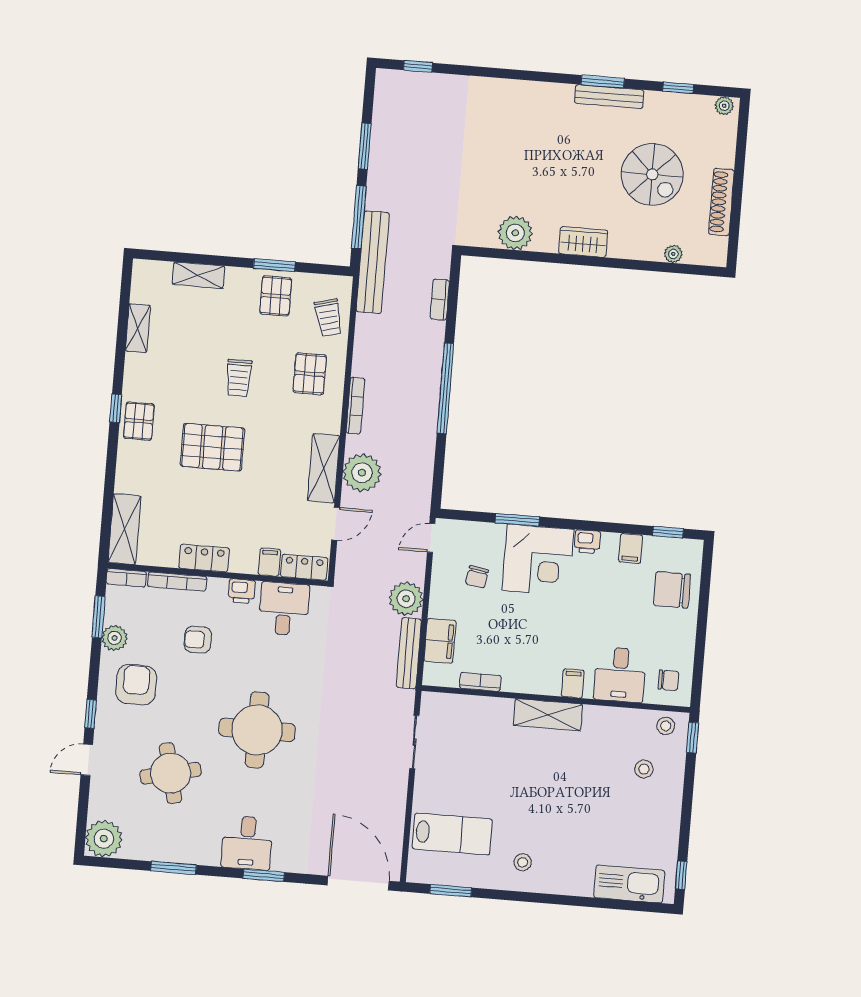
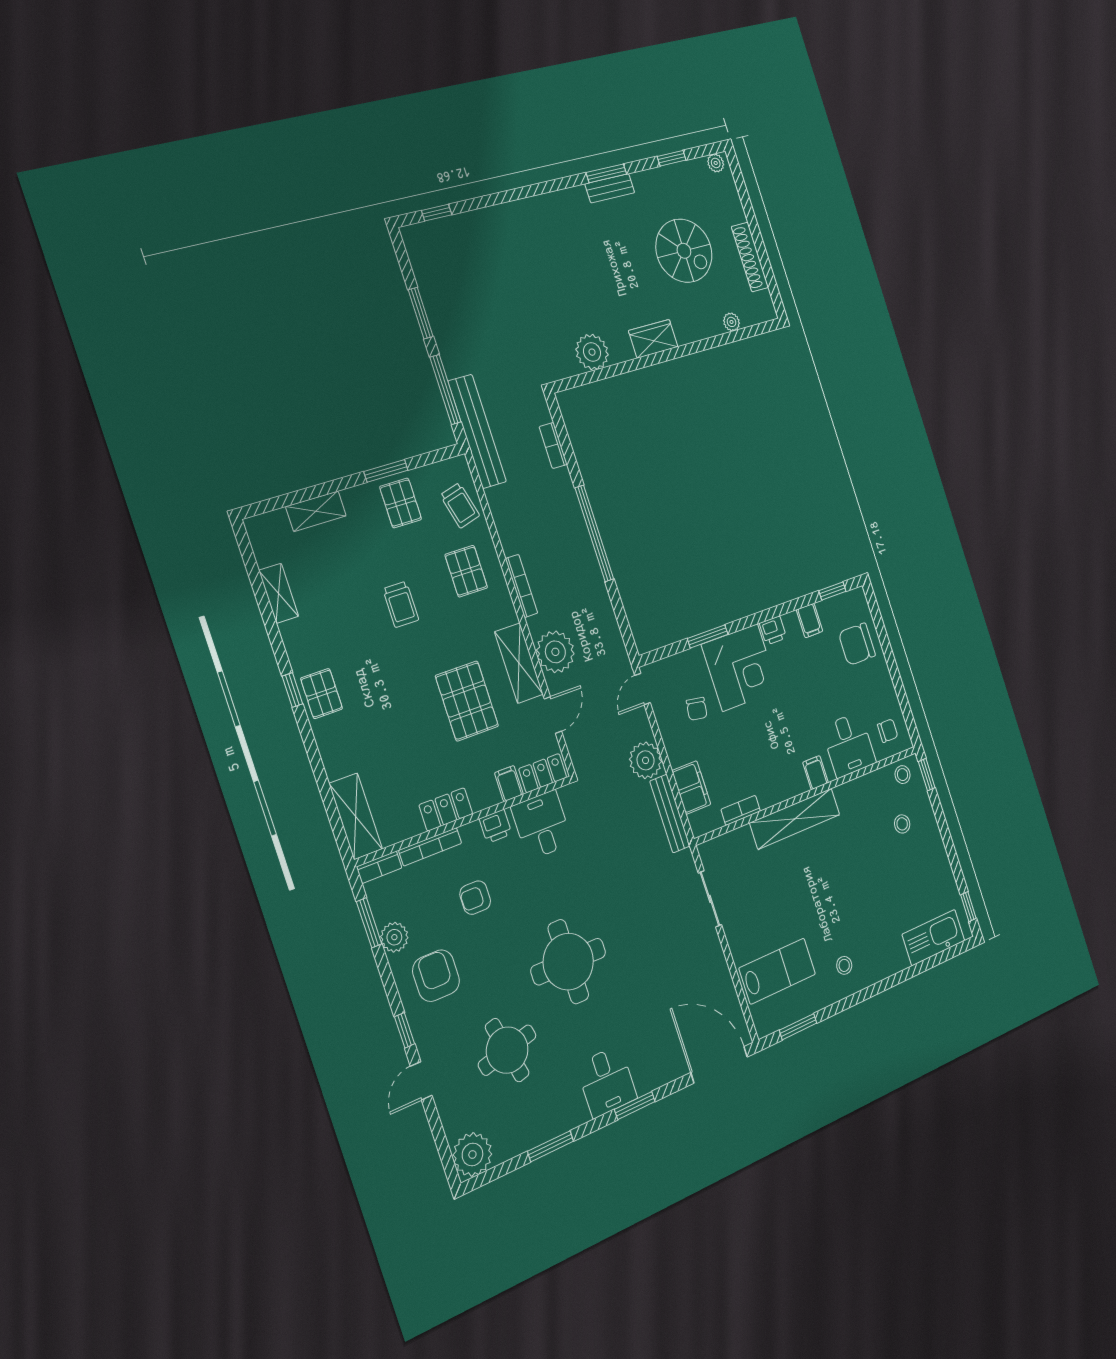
bench: (609, 97) -> (610, 188), width x0.73
pallet: (212, 447) -> (467, 701), moved, turned 90
shelving: (548, 715) -> (795, 819), width x1.47

